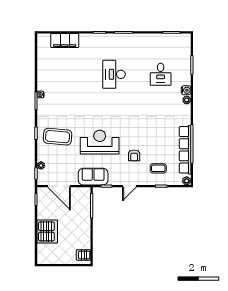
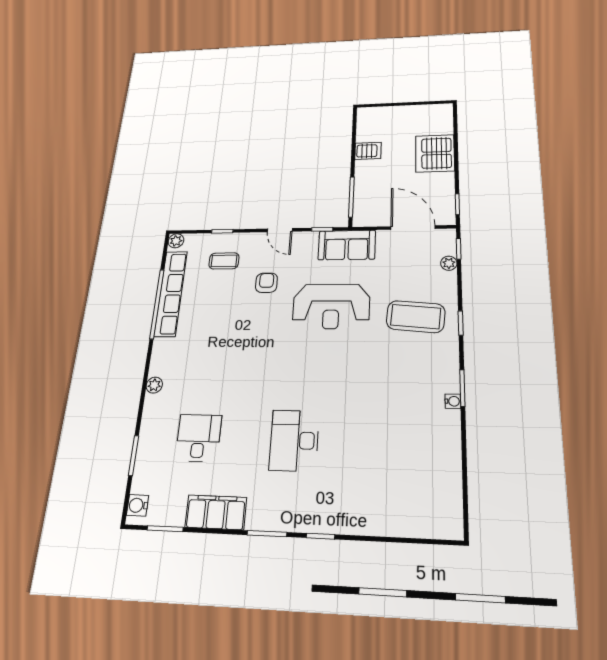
filing cabinet: (65, 40) -> (216, 512), moved
desk: (114, 74) -> (294, 440), turned 180
water cooler: (186, 90) -> (138, 505), moved
door: (129, 186) -> (280, 230), swing flipped
server rack: (84, 255) -> (368, 151), moved

